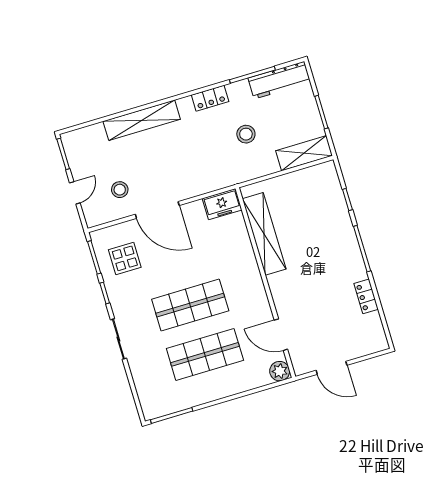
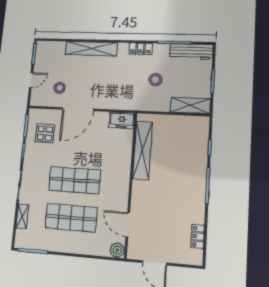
door: (157, 210) -> (78, 109), hinge flipped
locker: (366, 296) -> (198, 236), moved
shelving: (140, 378) -> (22, 216), added

